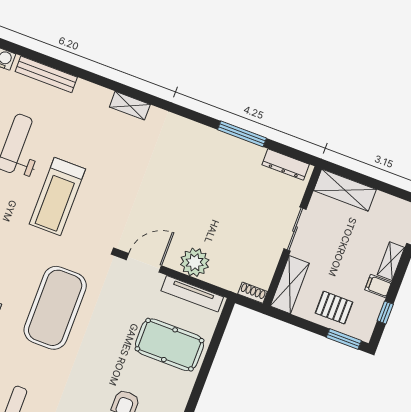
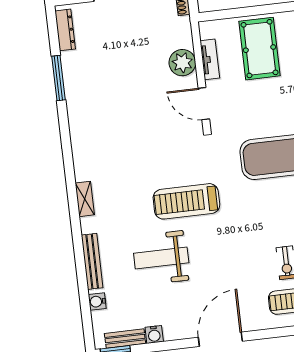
shelving: (130, 106) -> (85, 199), moved
treadmill: (57, 196) -> (186, 201), turned 180
tv unit: (192, 294) -> (210, 59), width x0.71

